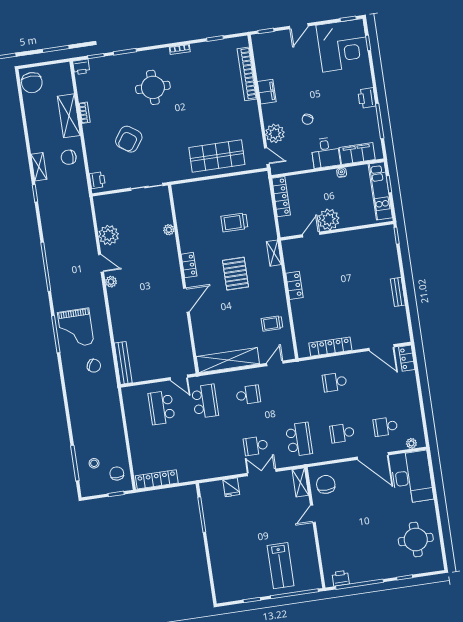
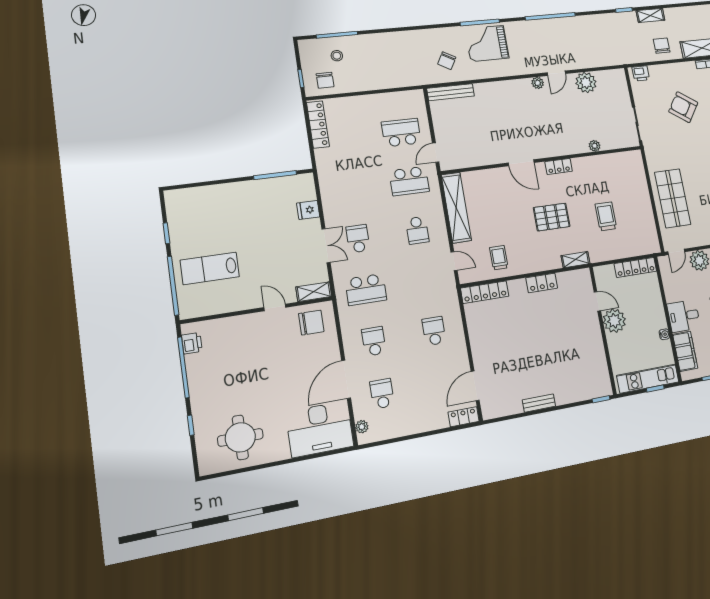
locker: (330, 347) -> (485, 292), moved, turned 90
chair: (117, 473) -> (325, 80), turned 90

